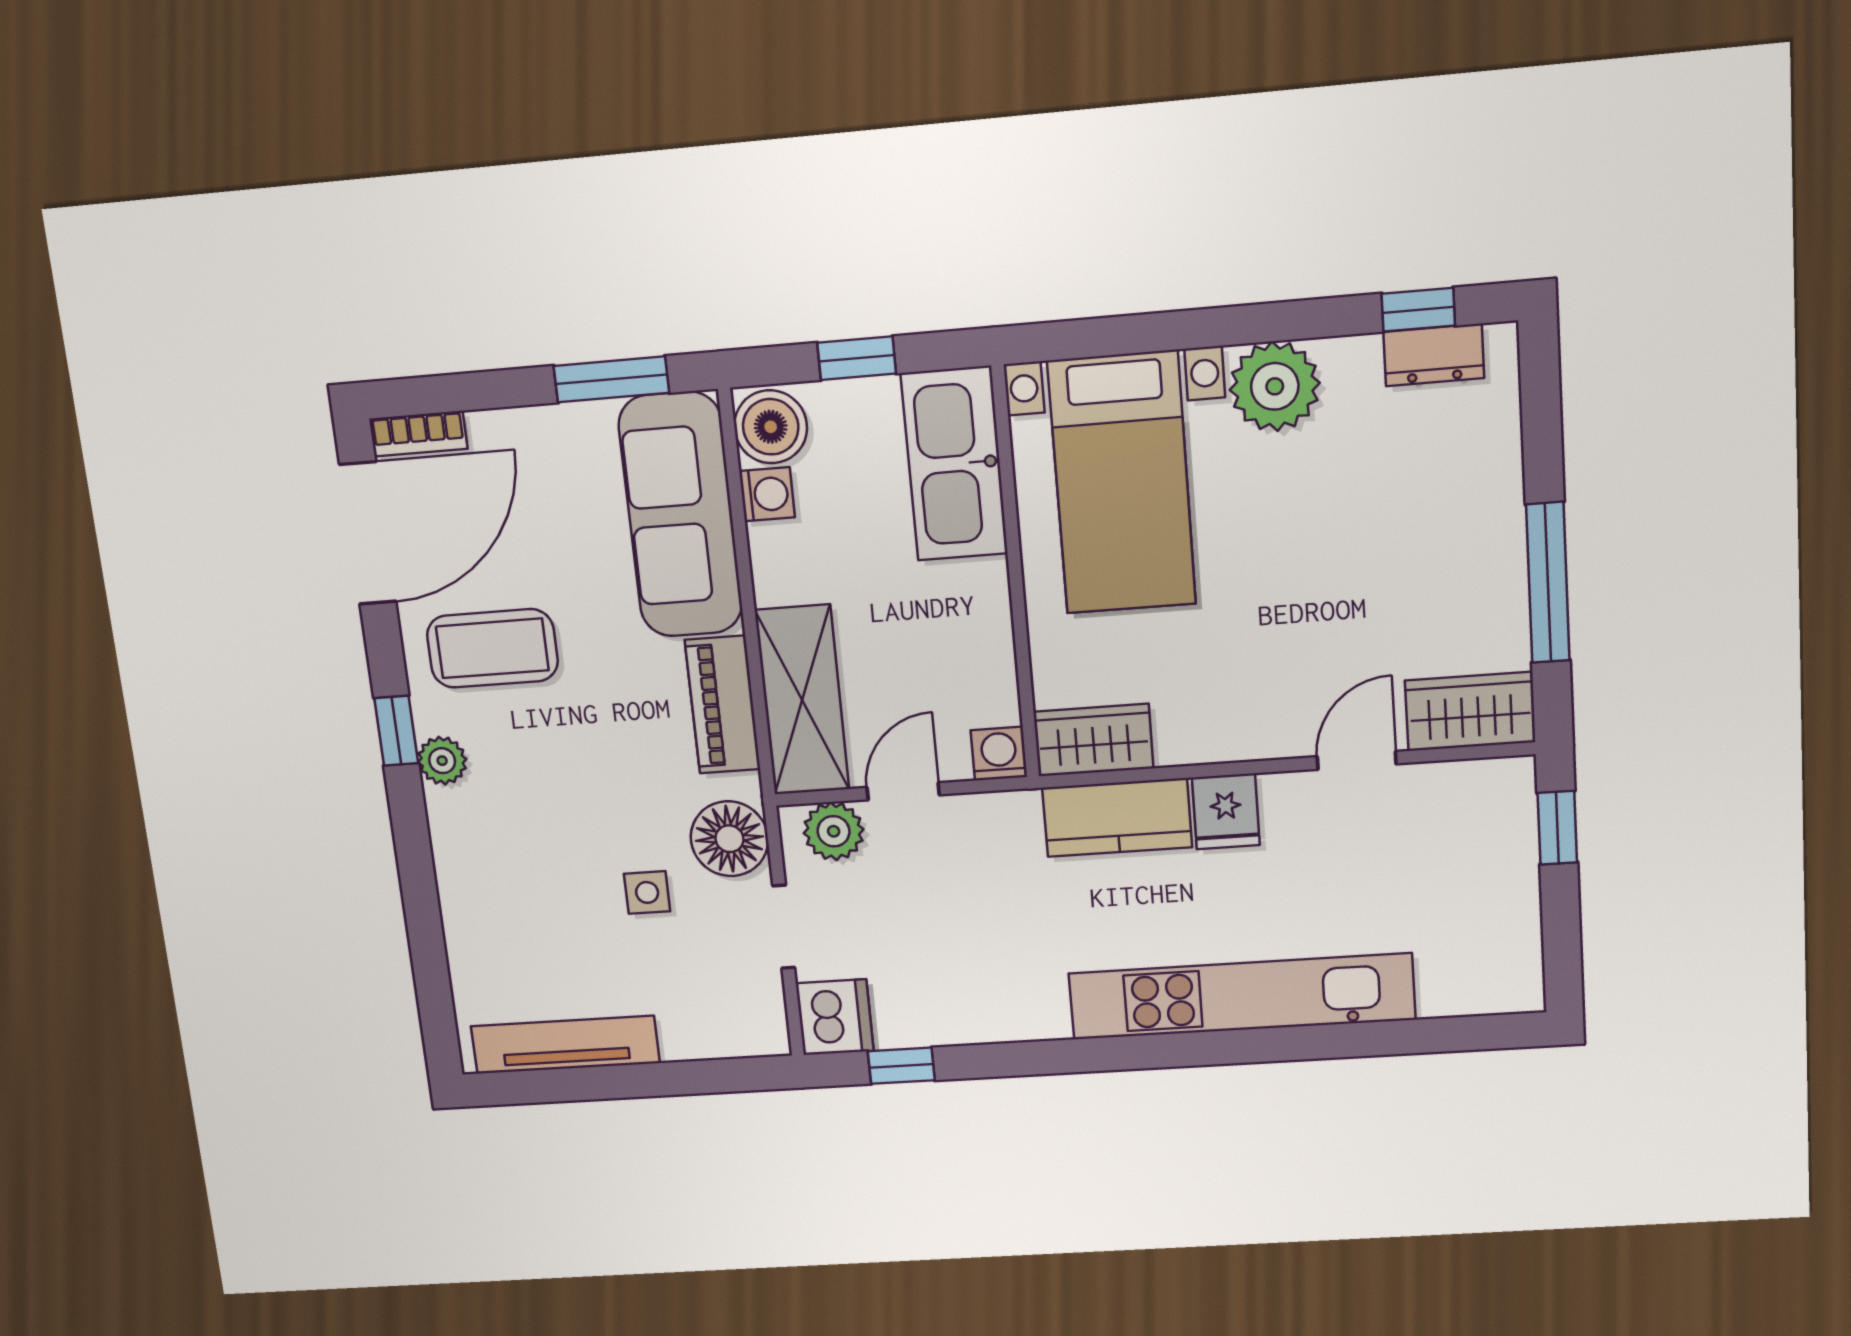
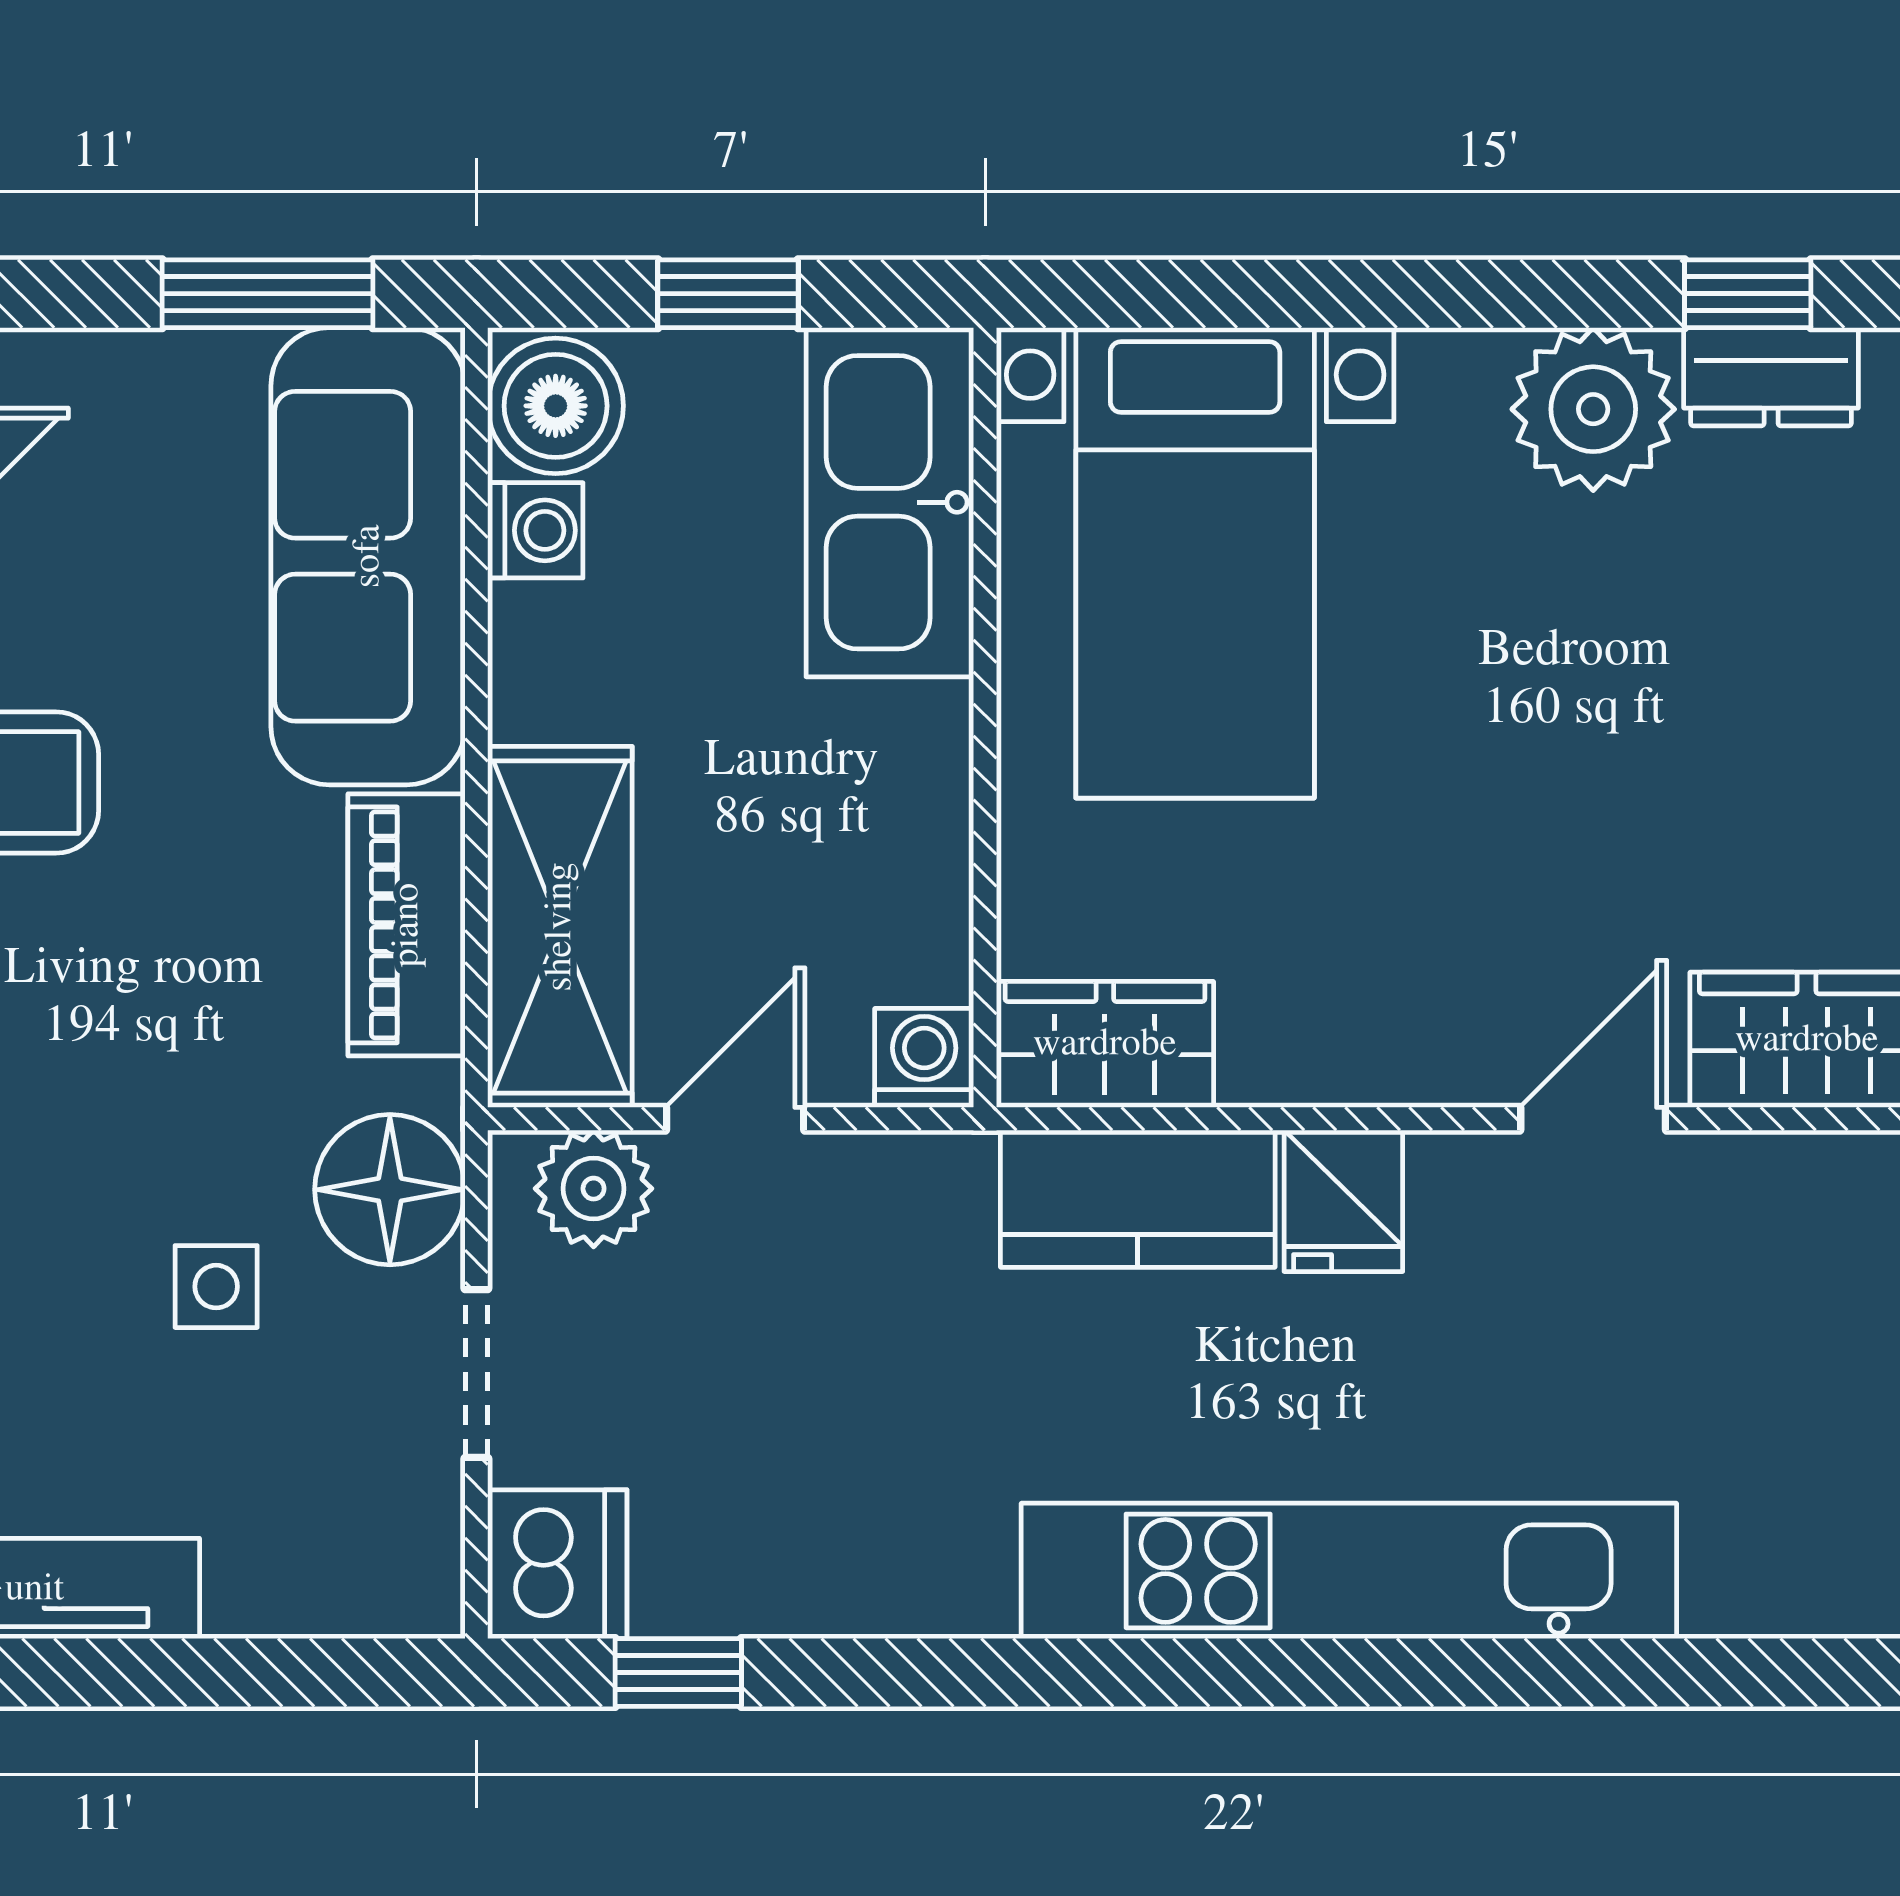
plant: (1275, 386) -> (1593, 409), moved

